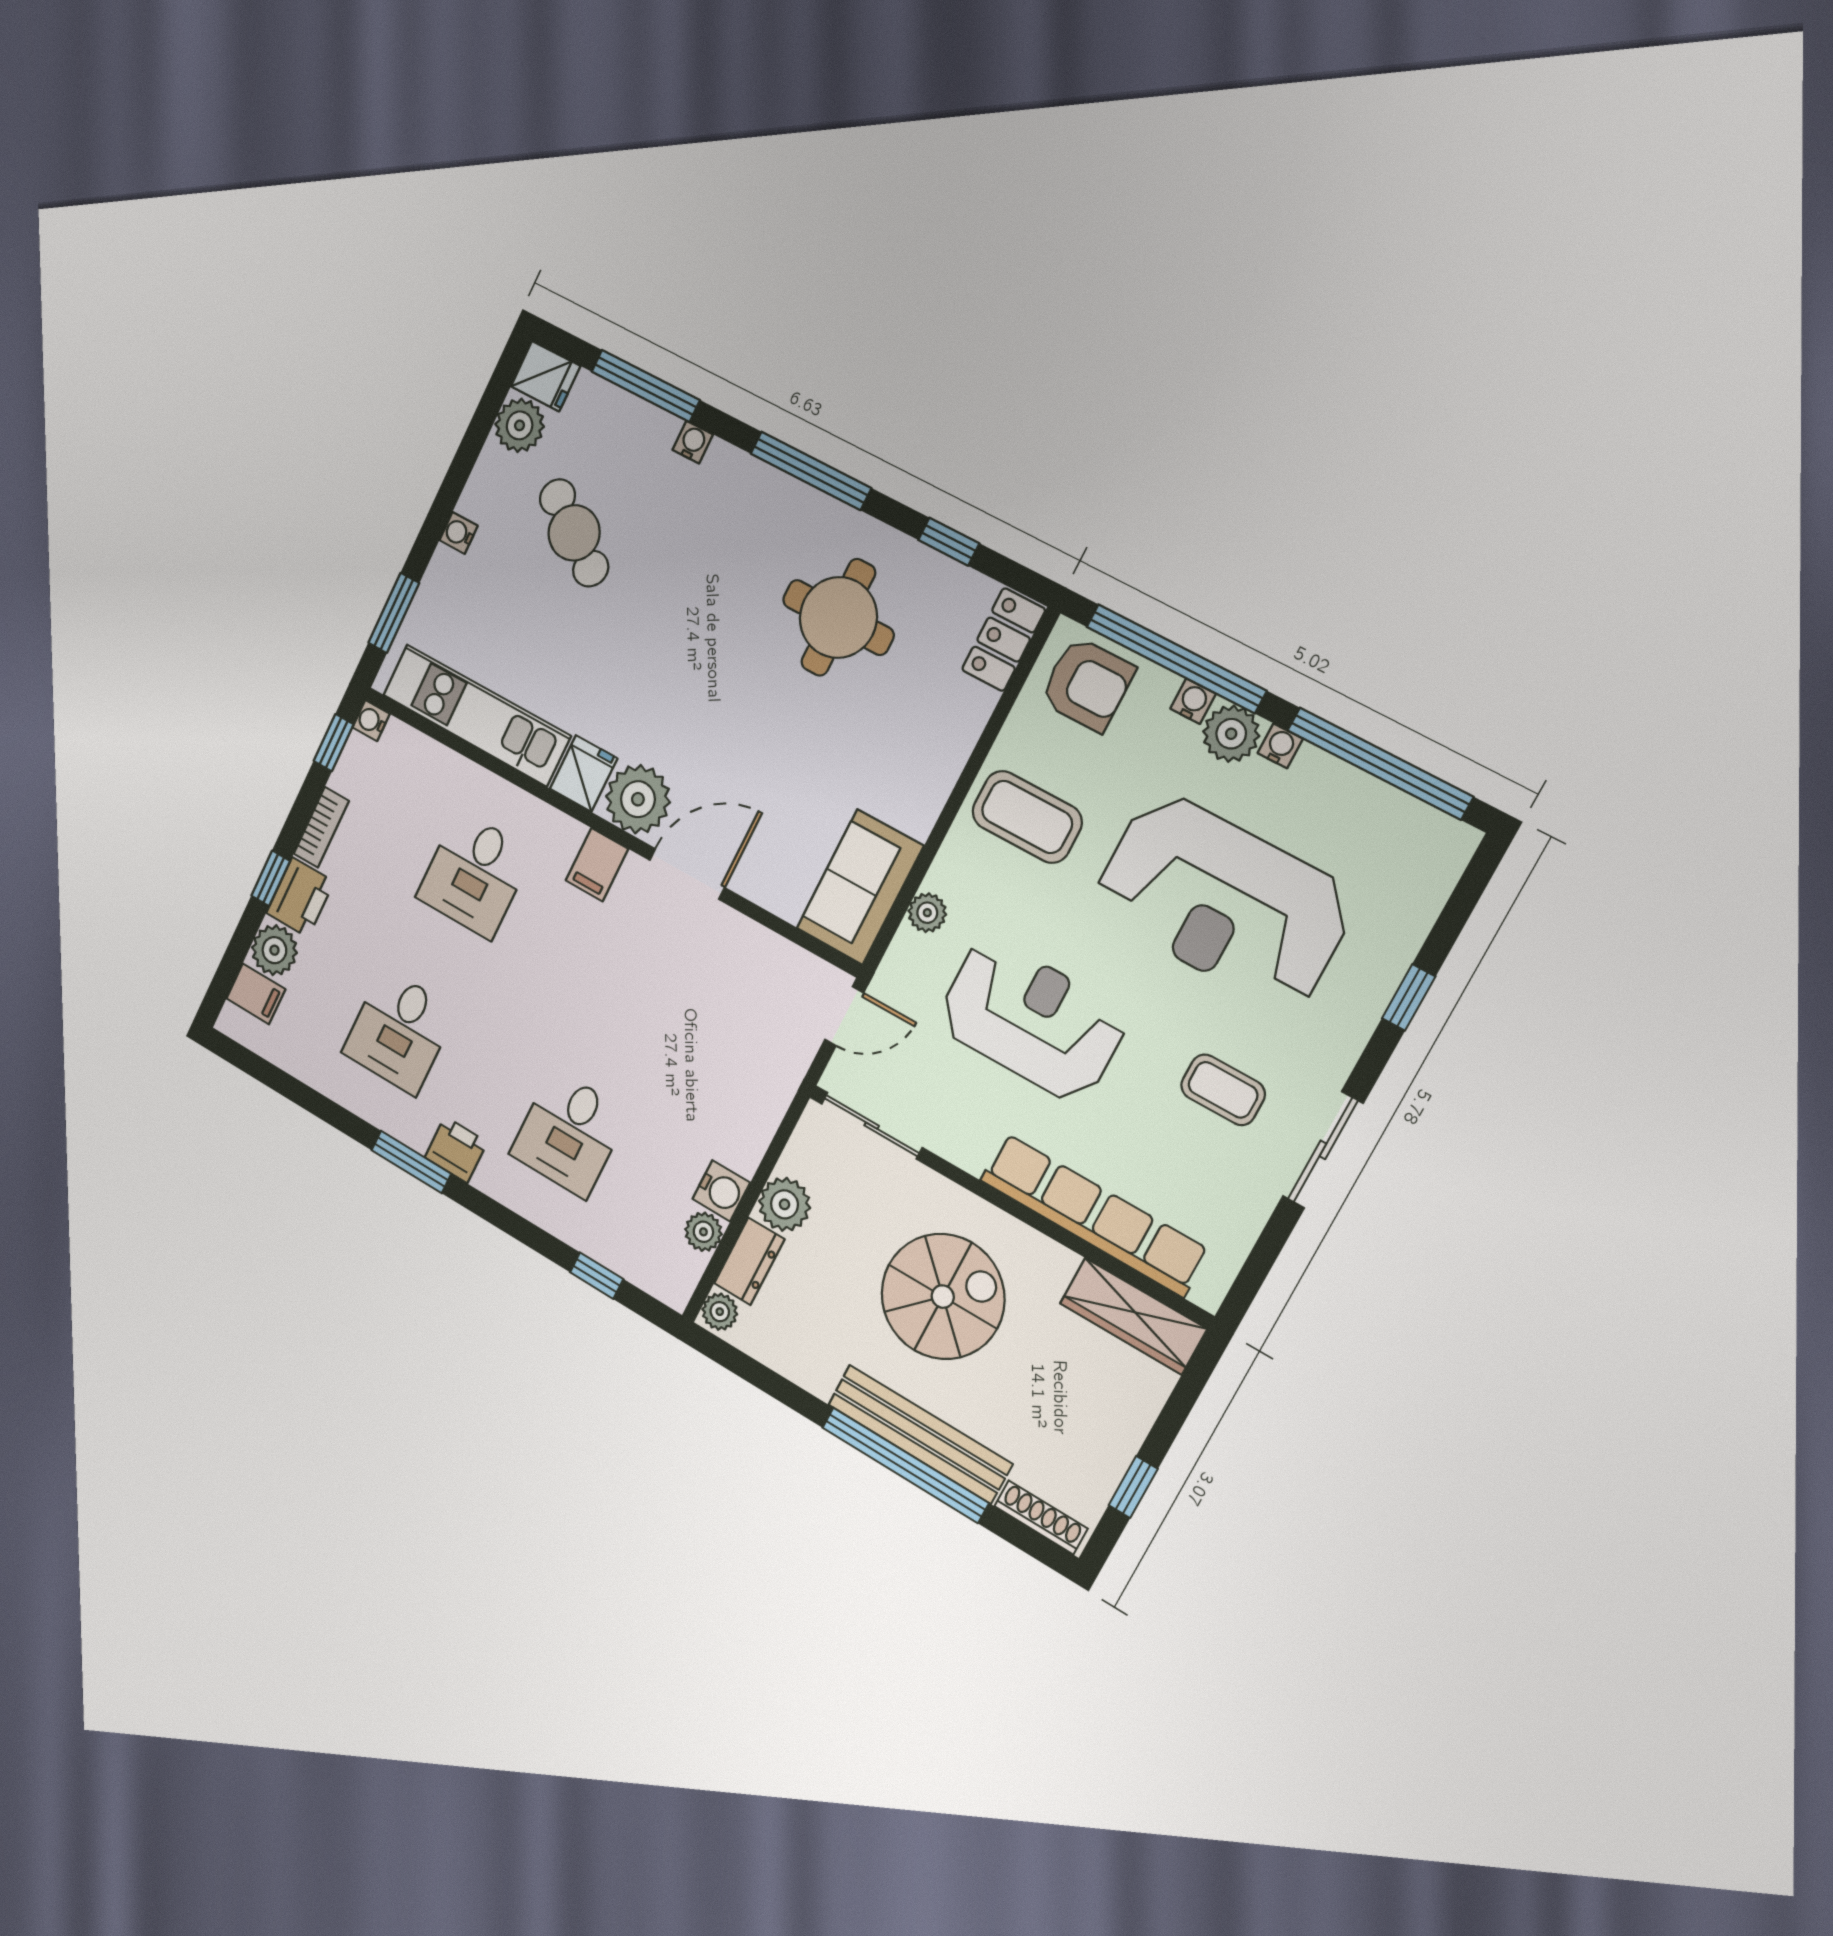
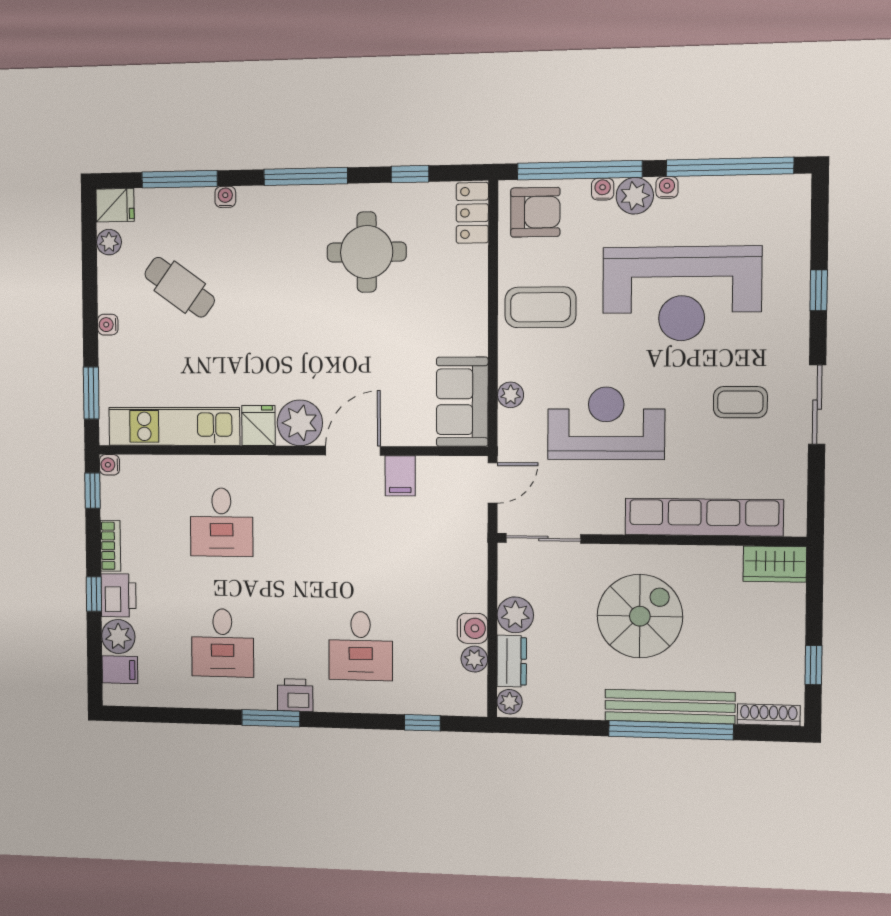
plant: (520, 425) -> (109, 242), width x0.73, depth x0.73
filing cabinet: (597, 865) -> (400, 476), moved
wardrobe: (1133, 1316) -> (775, 564), width x0.67

